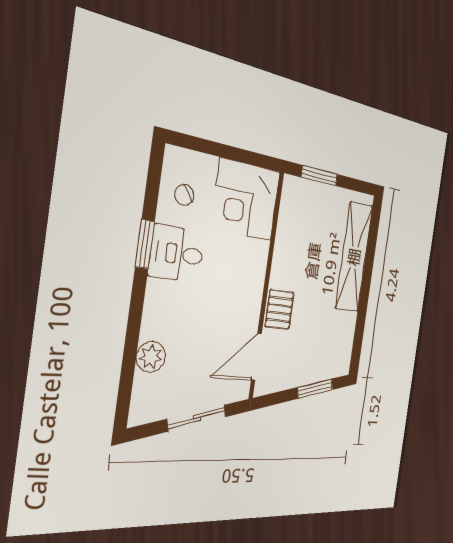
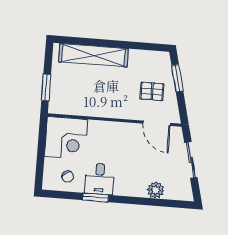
pallet: (280, 309) -> (152, 91), moved

